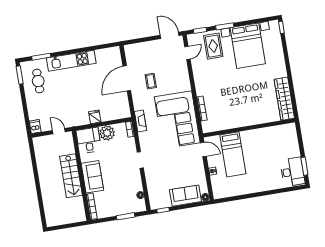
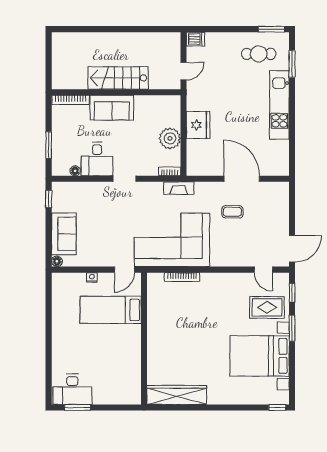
fridge: (95, 117) -> (198, 125), width x1.88, depth x1.34
desk: (89, 140) -> (97, 159), moved, turned 90

